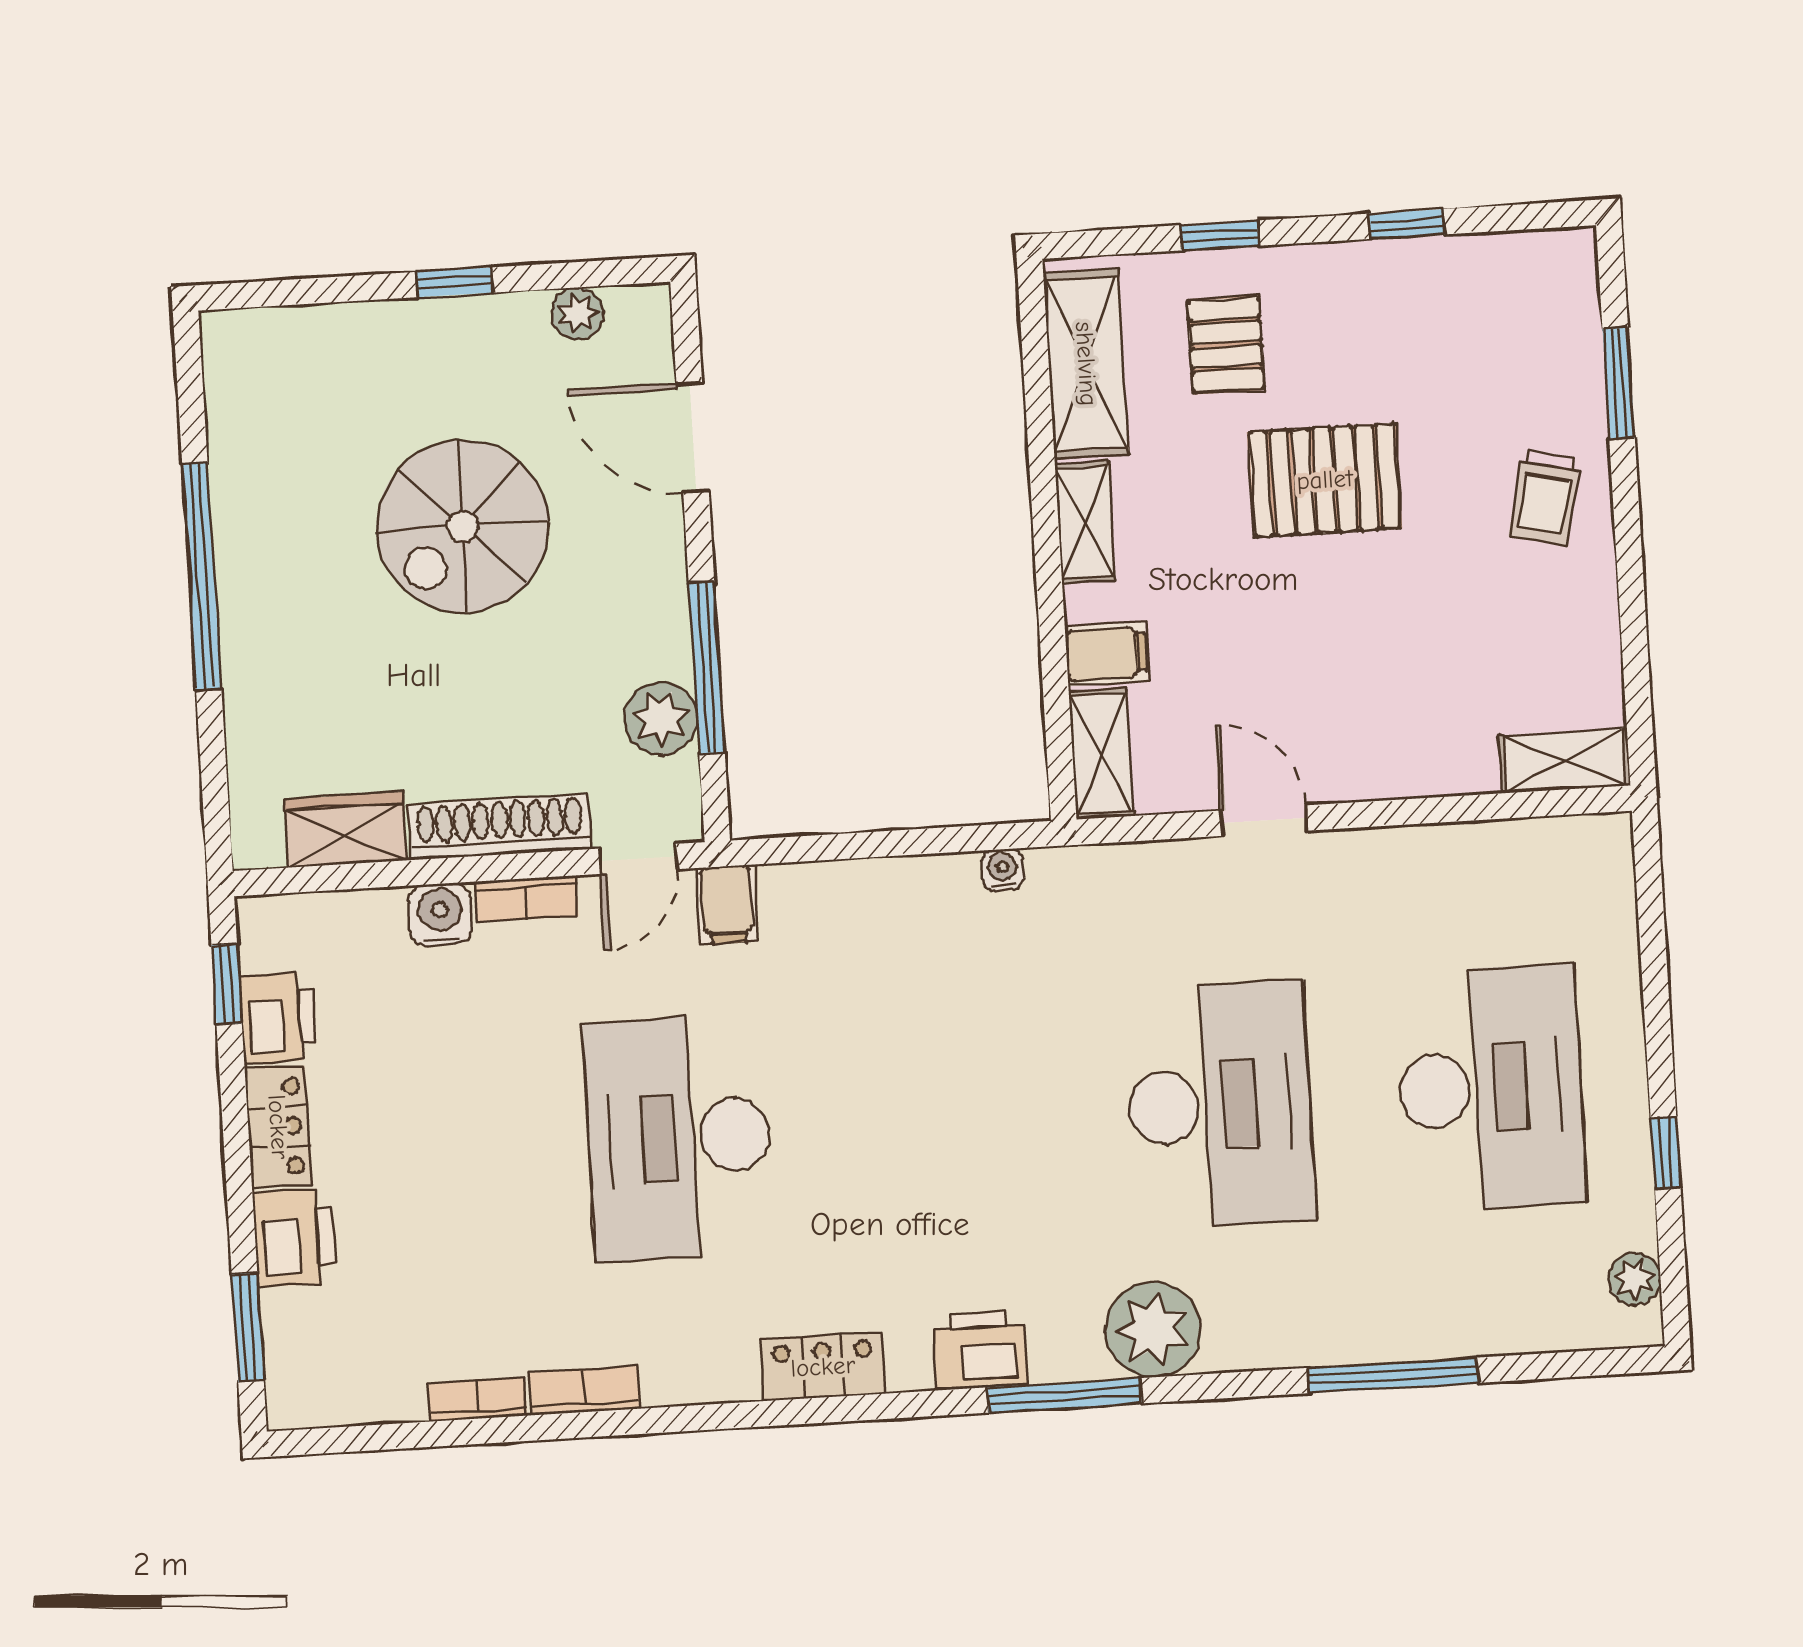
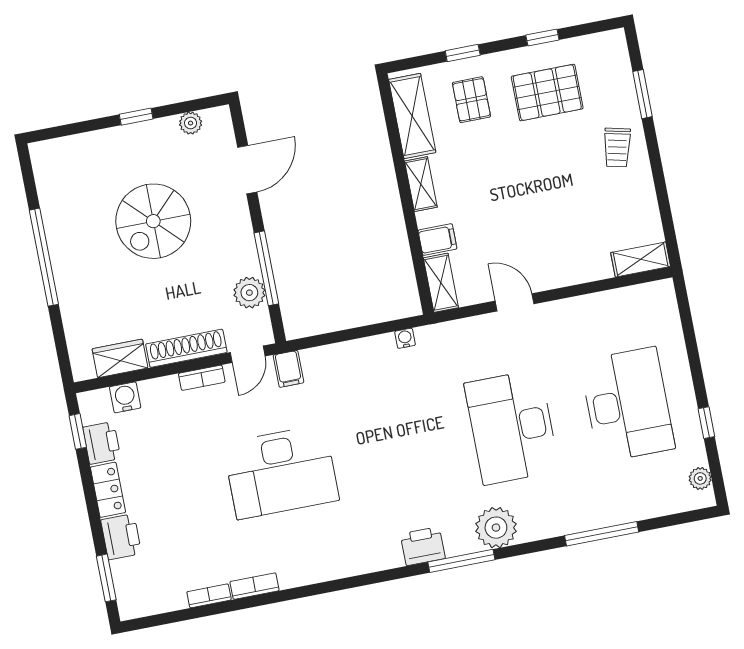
door: (693, 437) -> (247, 170), swing flipped
pallet: (1325, 480) -> (547, 93), moved
water cooler: (440, 915) -> (125, 397), moved
desk: (1220, 1105) -> (512, 427), turned 180
desk: (679, 1138) -> (281, 472), turned -90
locker: (823, 1367) -> (356, 562), removed

